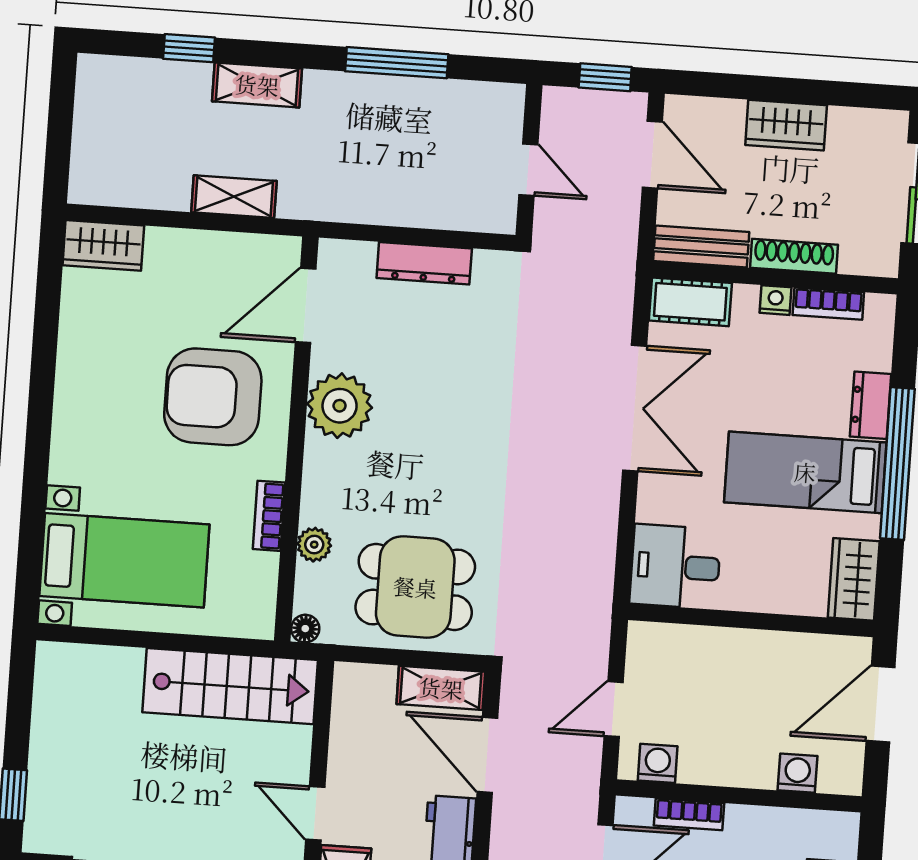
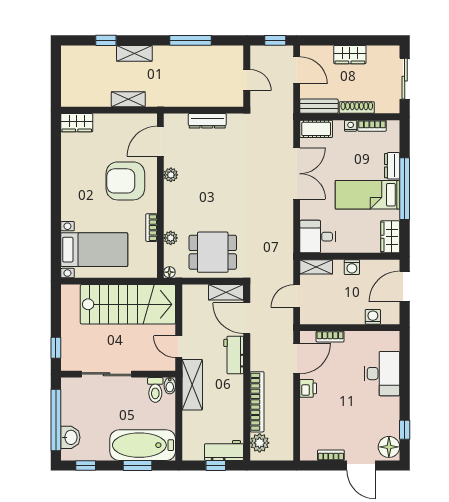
plant: (340, 406) -> (171, 175), width x0.53, depth x0.53
shelving: (667, 641) -> (316, 267), added
stairs: (230, 686) -> (128, 304), width x1.36, depth x1.51
washing machine: (658, 763) -> (352, 267), moved, turned 180

